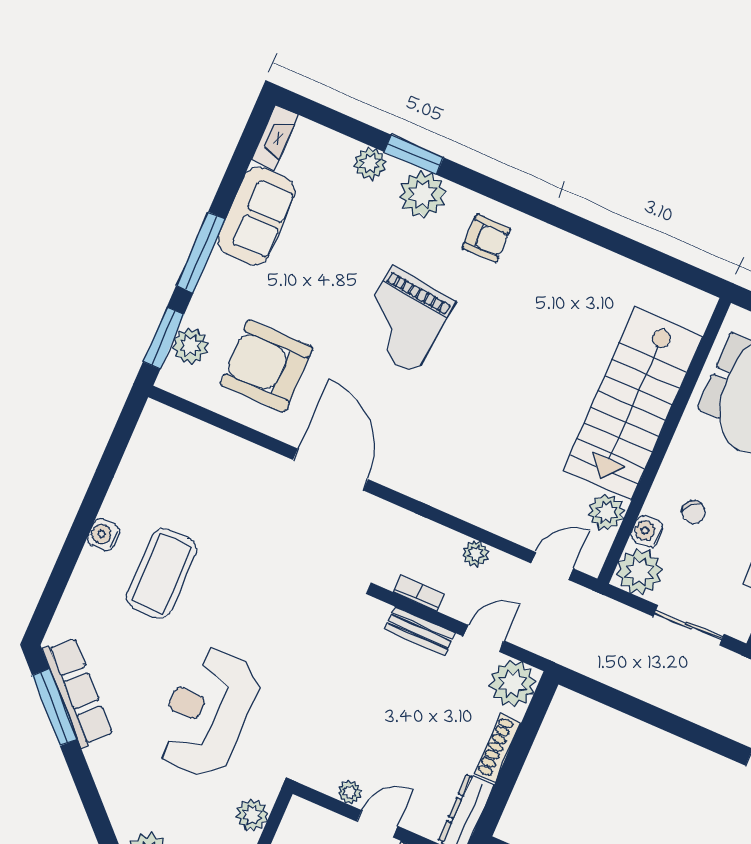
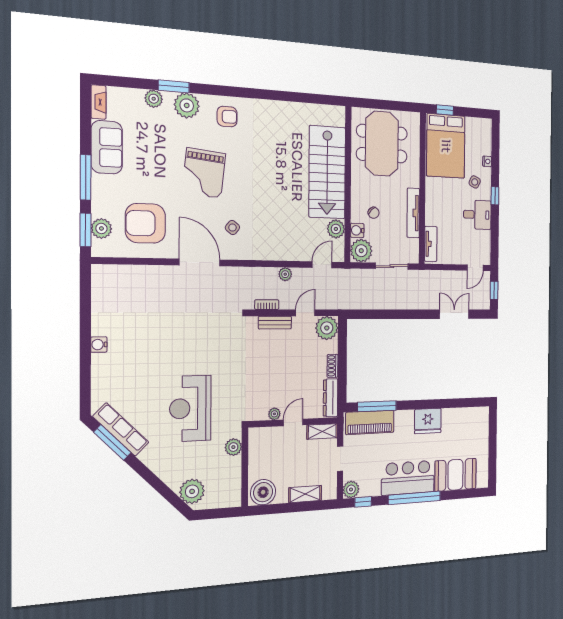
side table: (414, 433) -> (232, 228), added
coffee table: (161, 573) -> (138, 351), removed
shoe rack: (498, 748) -> (333, 366), width x0.70

